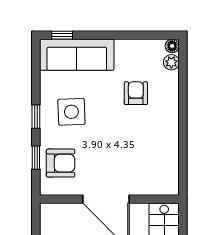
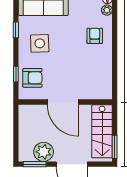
armchair: (136, 93) -> (95, 36), moved
window: (36, 117) -> (16, 30), moved

